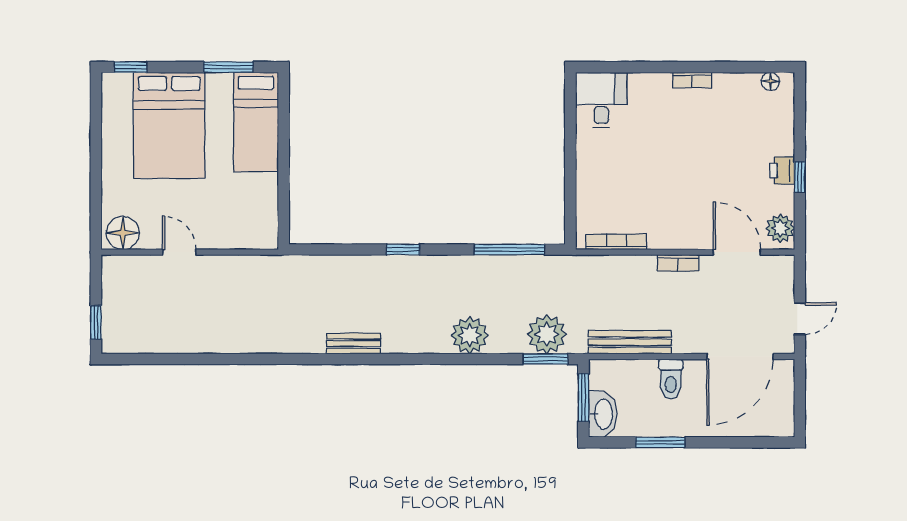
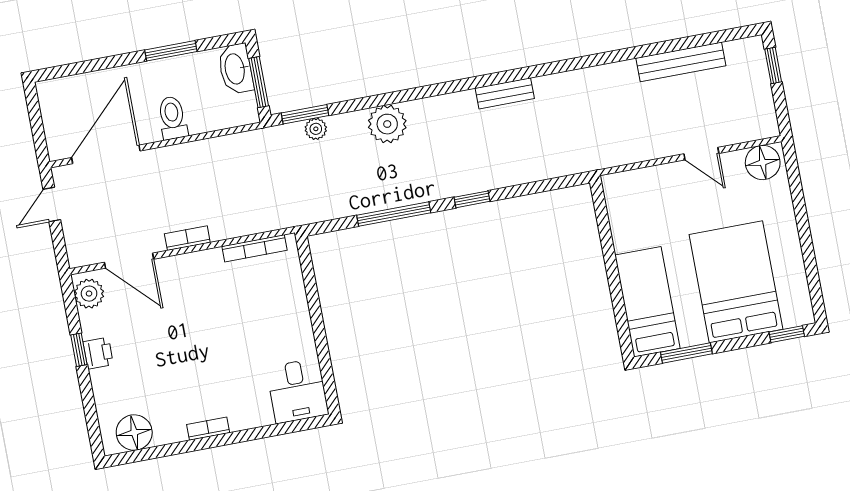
floor lamp: (770, 81) -> (134, 433), width x1.89, depth x1.89
window: (509, 250) -> (394, 214), moved
plant: (547, 334) -> (316, 129), width x0.53, depth x0.53
bench: (630, 342) -> (681, 62), moved

